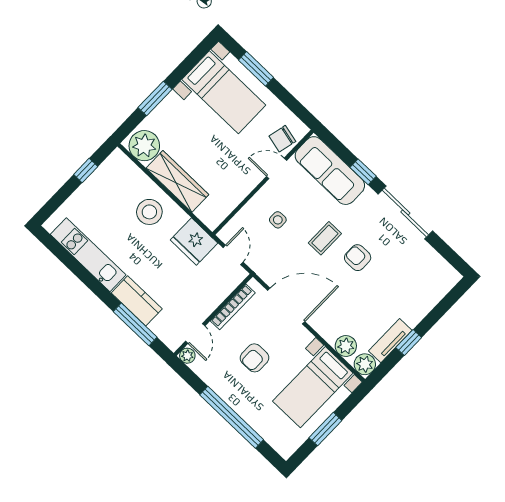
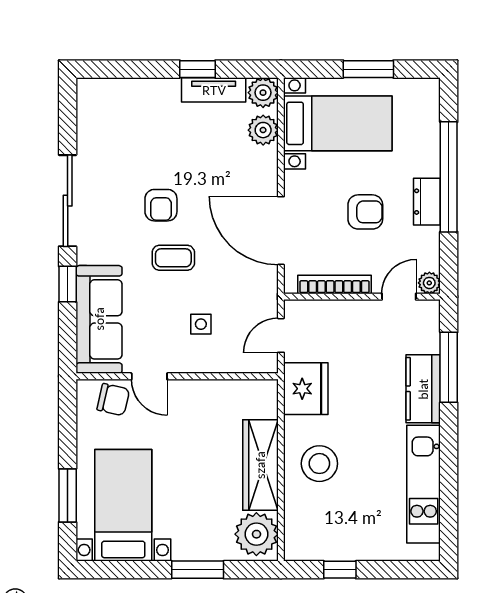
dresser: (230, 394) -> (427, 202), added

